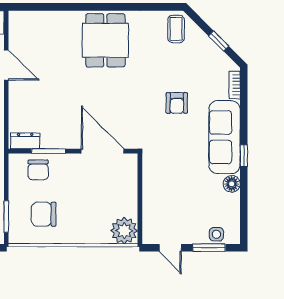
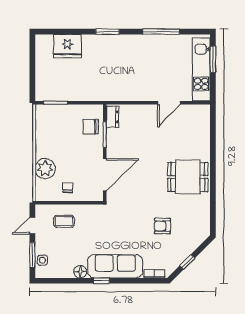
coffee table: (176, 29) -> (64, 221), moved
armchair: (177, 103) -> (162, 226), moved
chair: (44, 214) -> (68, 188), moved, width x0.54, depth x0.54
plant: (124, 231) -> (45, 169), moved

